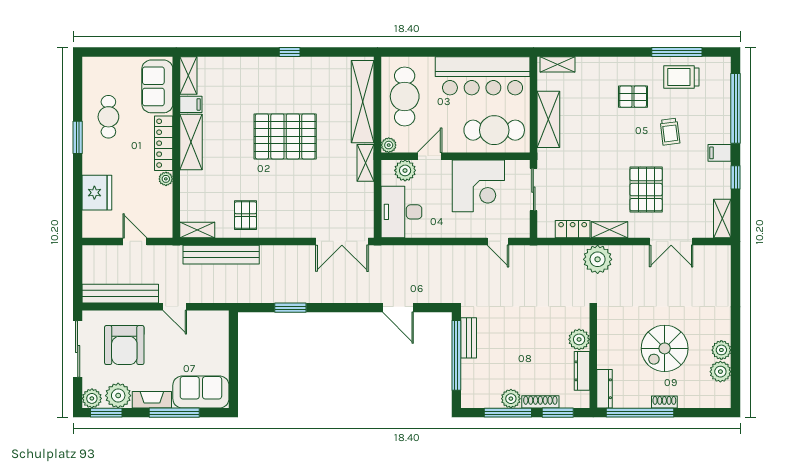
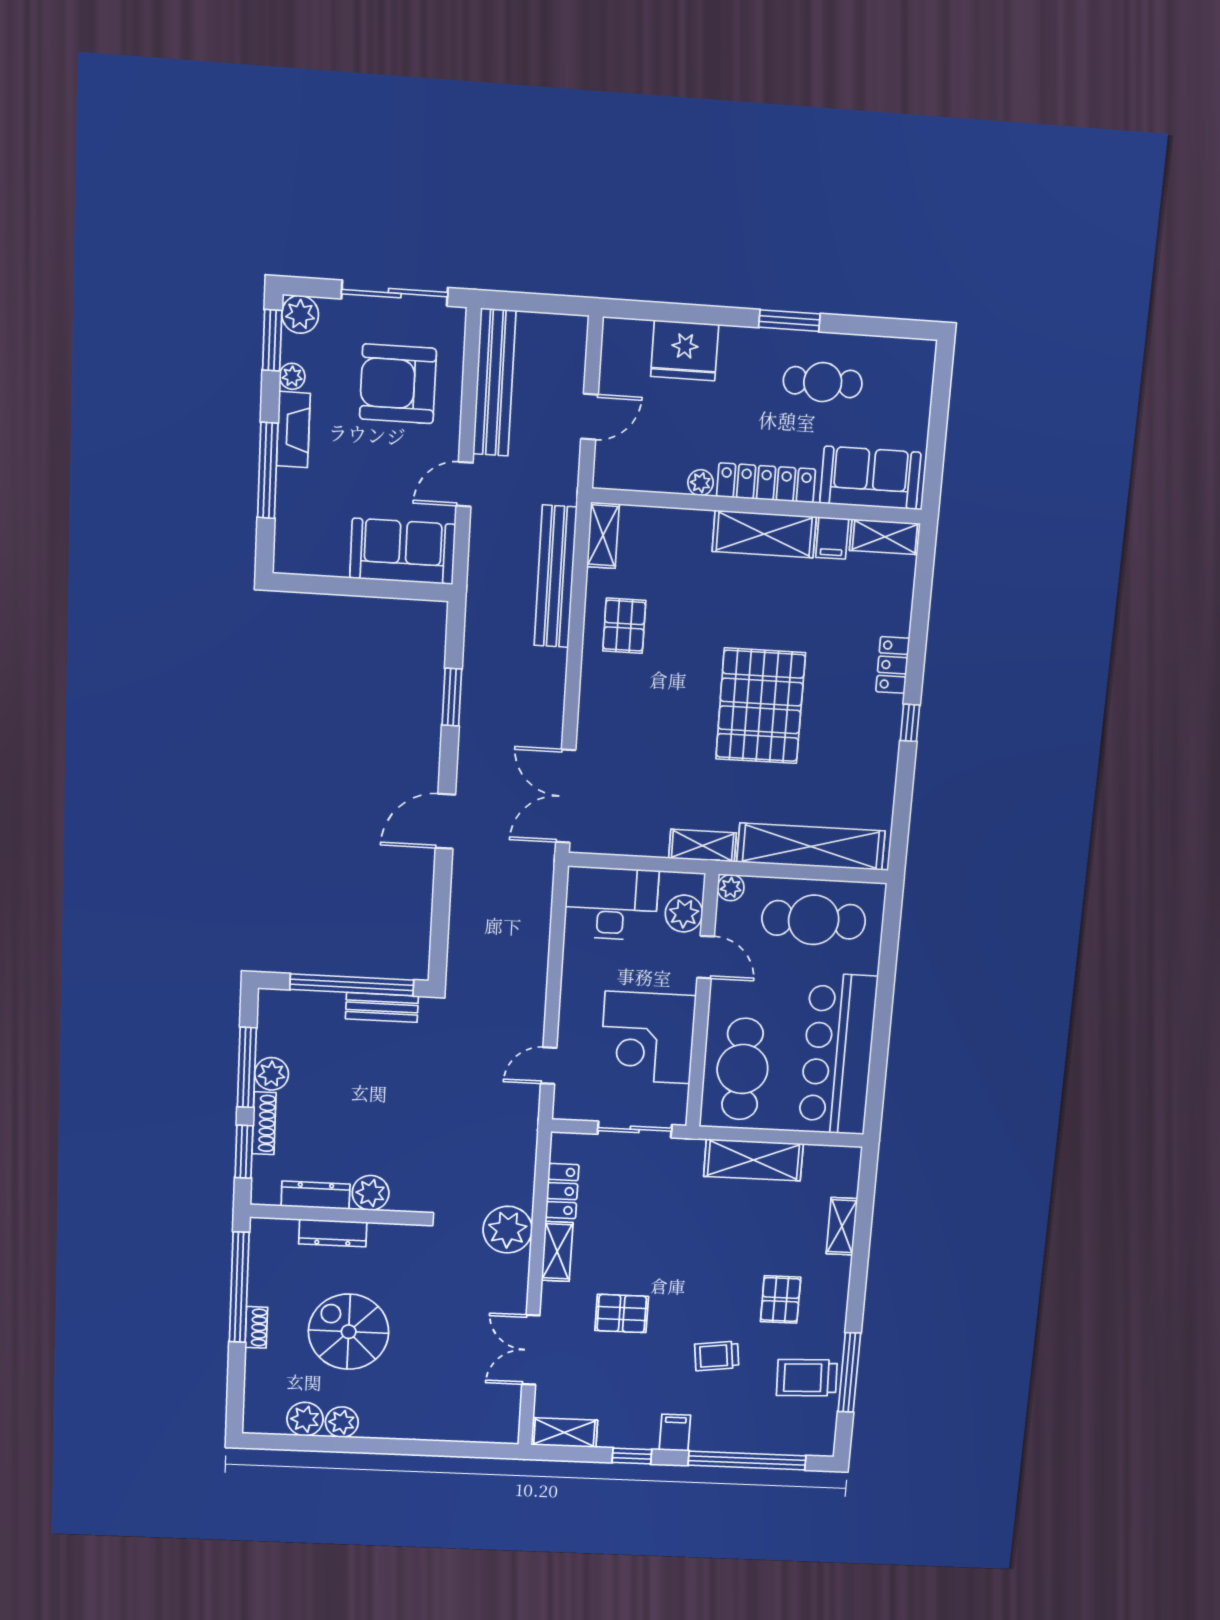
shelving: (557, 64) -> (842, 1226), moved
locker: (258, 65) -> (893, 665), added
trolley: (681, 77) -> (807, 1378), turned -92
pallet: (646, 190) -> (622, 1313), width x0.67, depth x0.71
pallet: (246, 215) -> (624, 626), turned 90
door: (398, 308) -> (445, 821), moved
dresser: (604, 389) -> (333, 1233), moved
sofa: (201, 392) -> (403, 551), moved, turned -90
plant: (118, 396) -> (292, 376), width x0.53, depth x0.53

